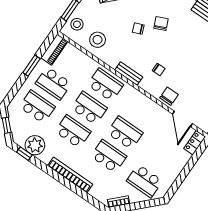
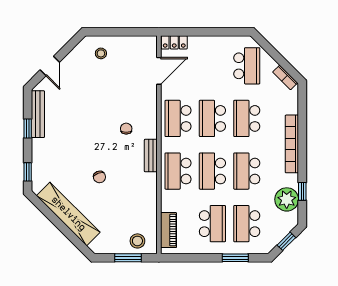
chair: (161, 24) -> (79, 158), removed
stool: (98, 40) -> (139, 210), removed
piano: (54, 50) -> (169, 230), moved, turned 90
window: (31, 66) -> (235, 258), moved
chair: (169, 96) -> (146, 100), removed
school desk: (141, 109) -> (178, 118), added
window: (24, 154) -> (302, 191), moved

